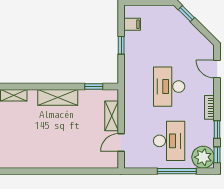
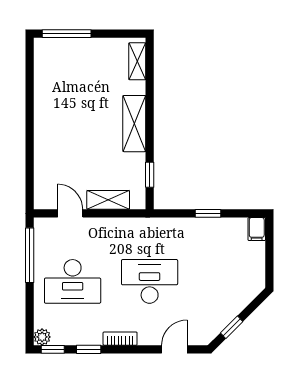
window: (186, 14) -> (232, 327), moved
filing cabinet: (132, 24) -> (257, 229), moved
plant: (203, 157) -> (42, 337), width x0.53, depth x0.53
window: (177, 171) -> (30, 255), moved

